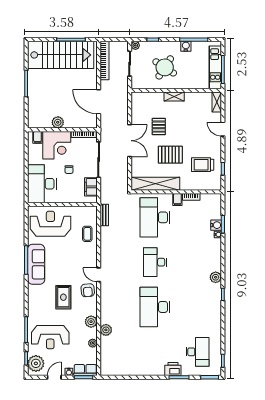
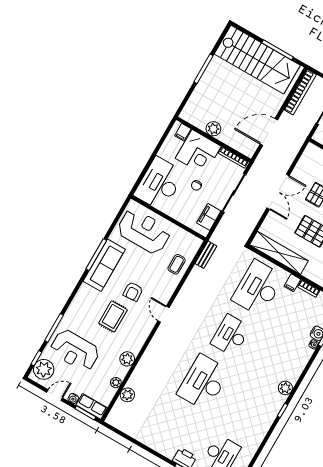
door: (99, 102) -> (269, 132), hinge flipped
armchair: (88, 290) -> (133, 292), moved
plant: (106, 330) -> (127, 395), moved

